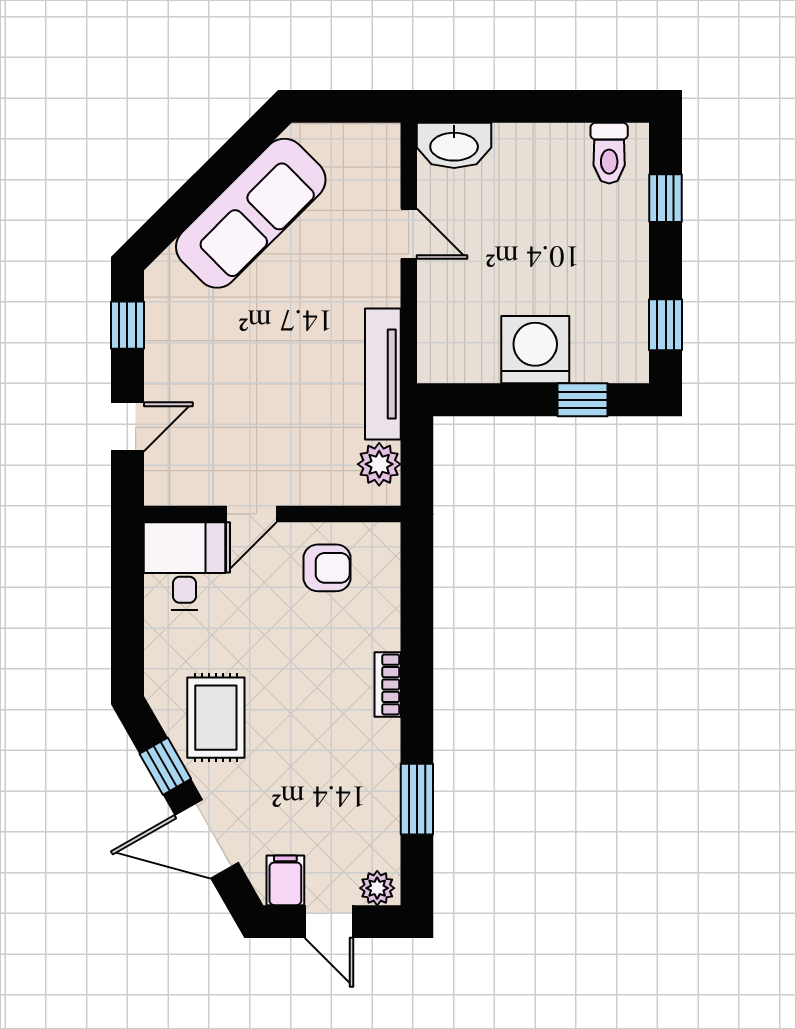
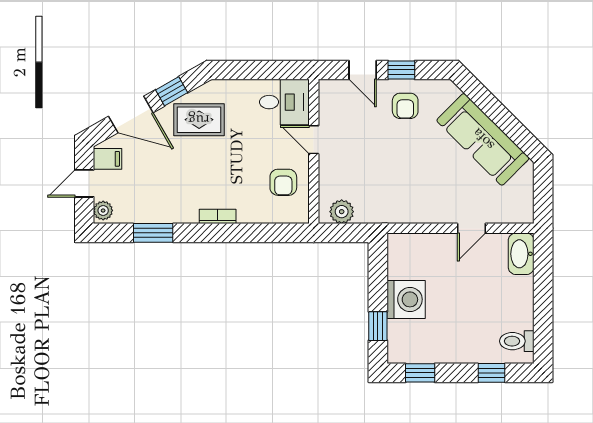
window: (127, 325) -> (401, 70), moved
armchair: (191, 351) -> (405, 106), added
tv unit: (383, 374) -> (392, 214), removed
door: (207, 839) -> (131, 115), swing flipped

